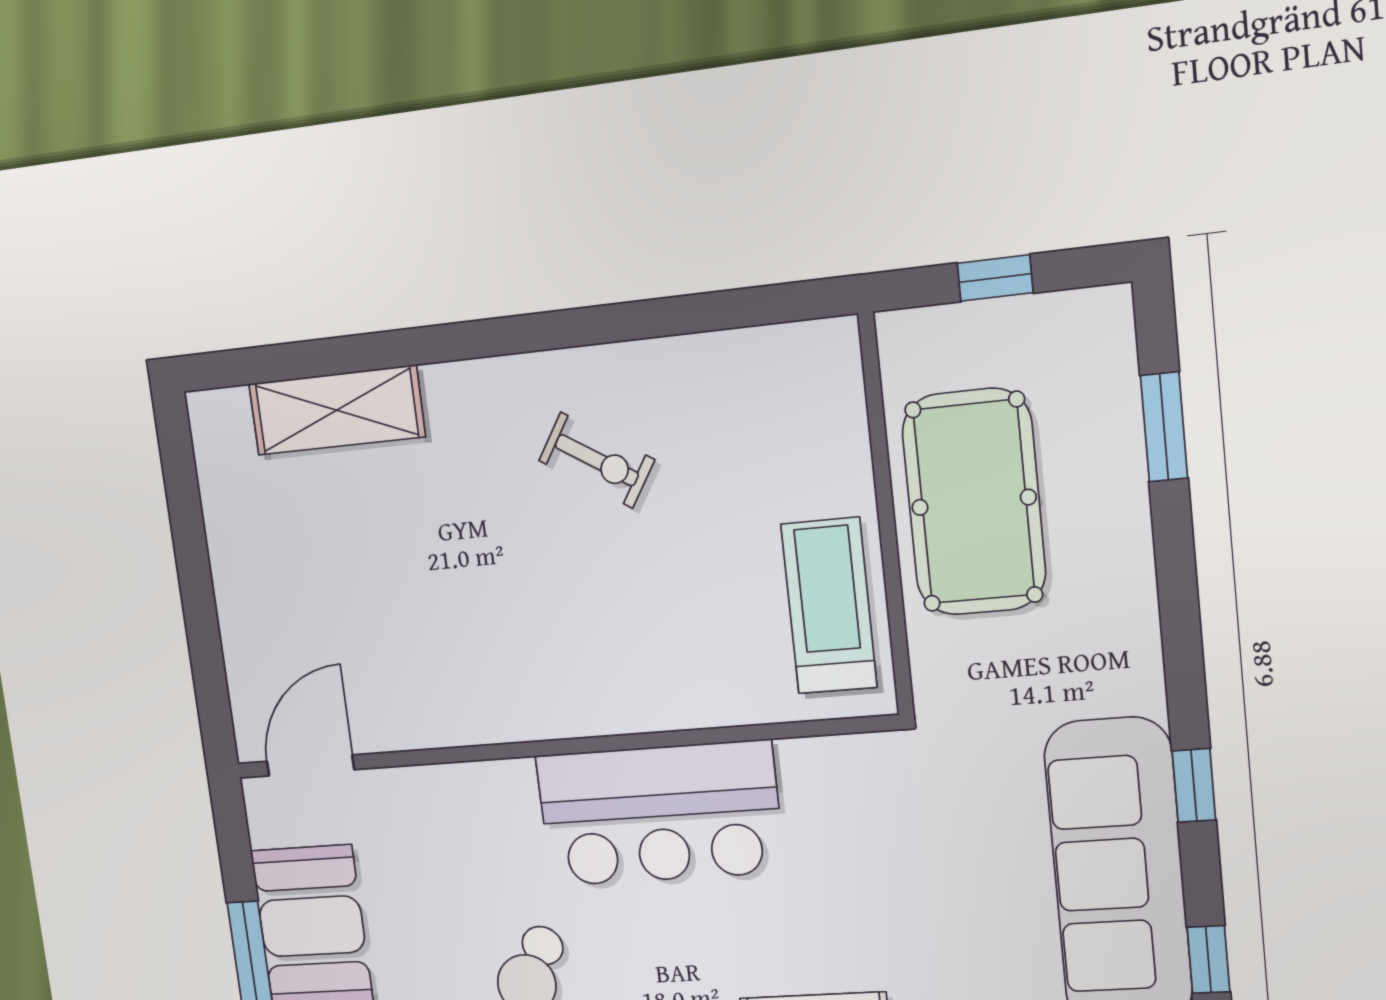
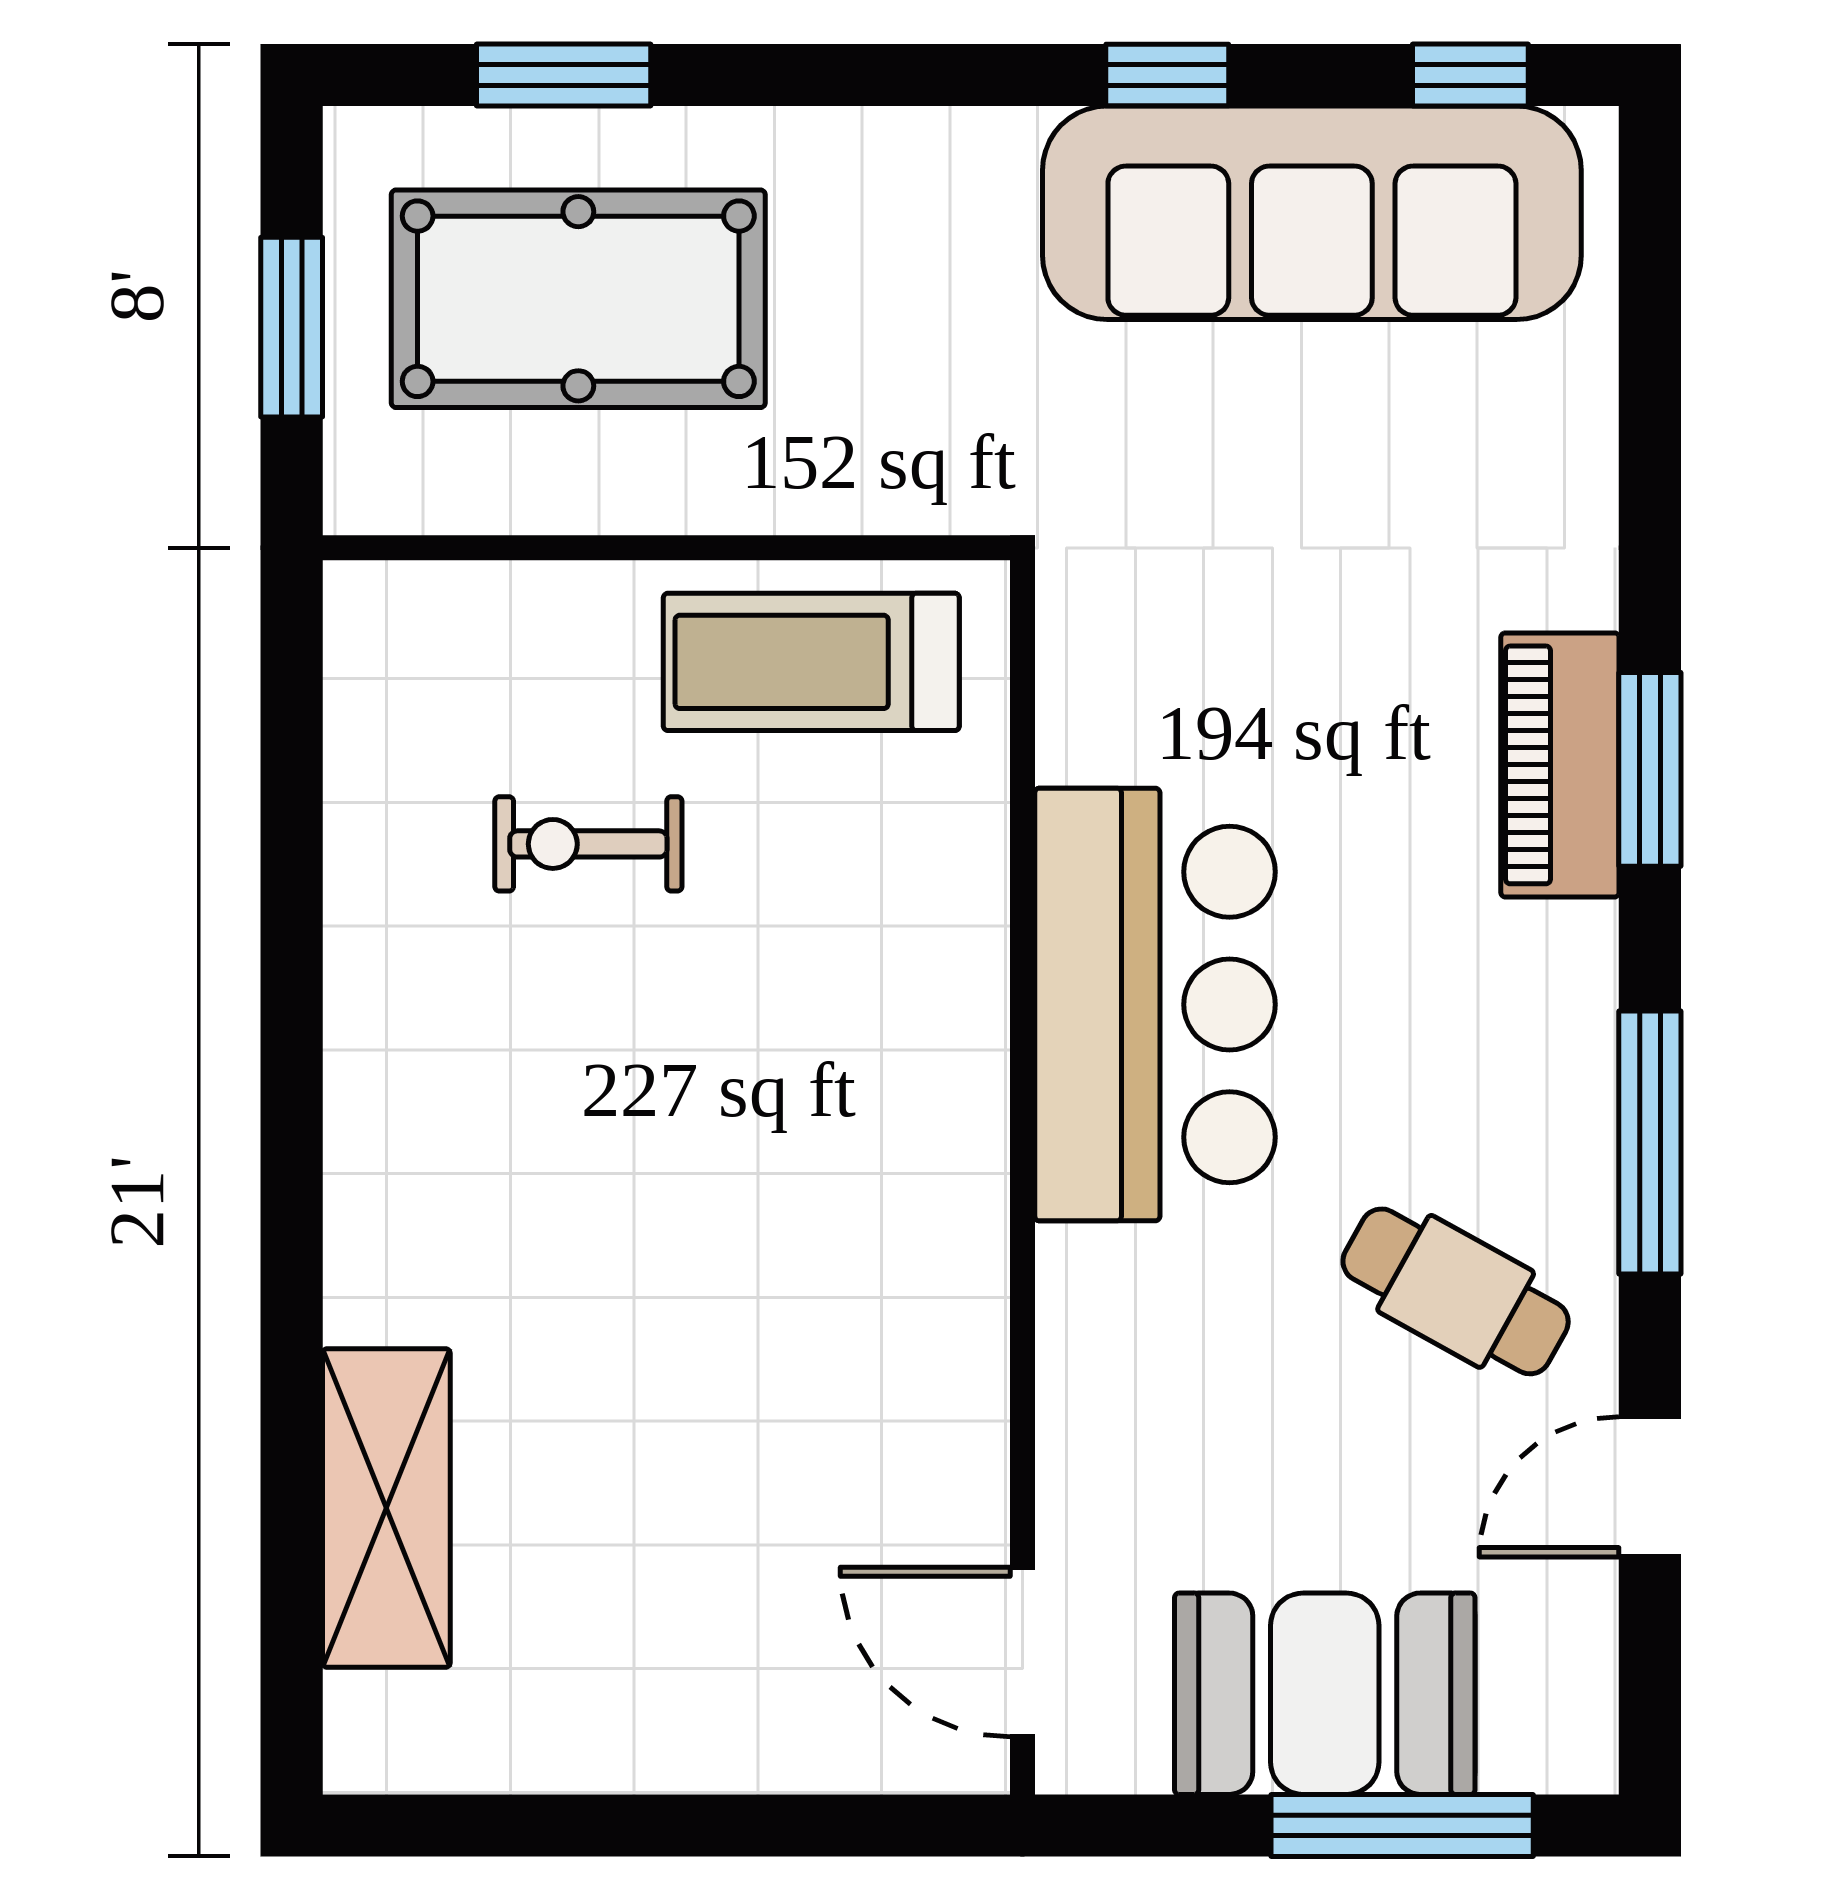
window: (995, 278) -> (292, 327), width x1.50
exercise bike: (597, 460) -> (588, 844), moved, turned -122
pool table: (974, 502) -> (578, 299), moved

